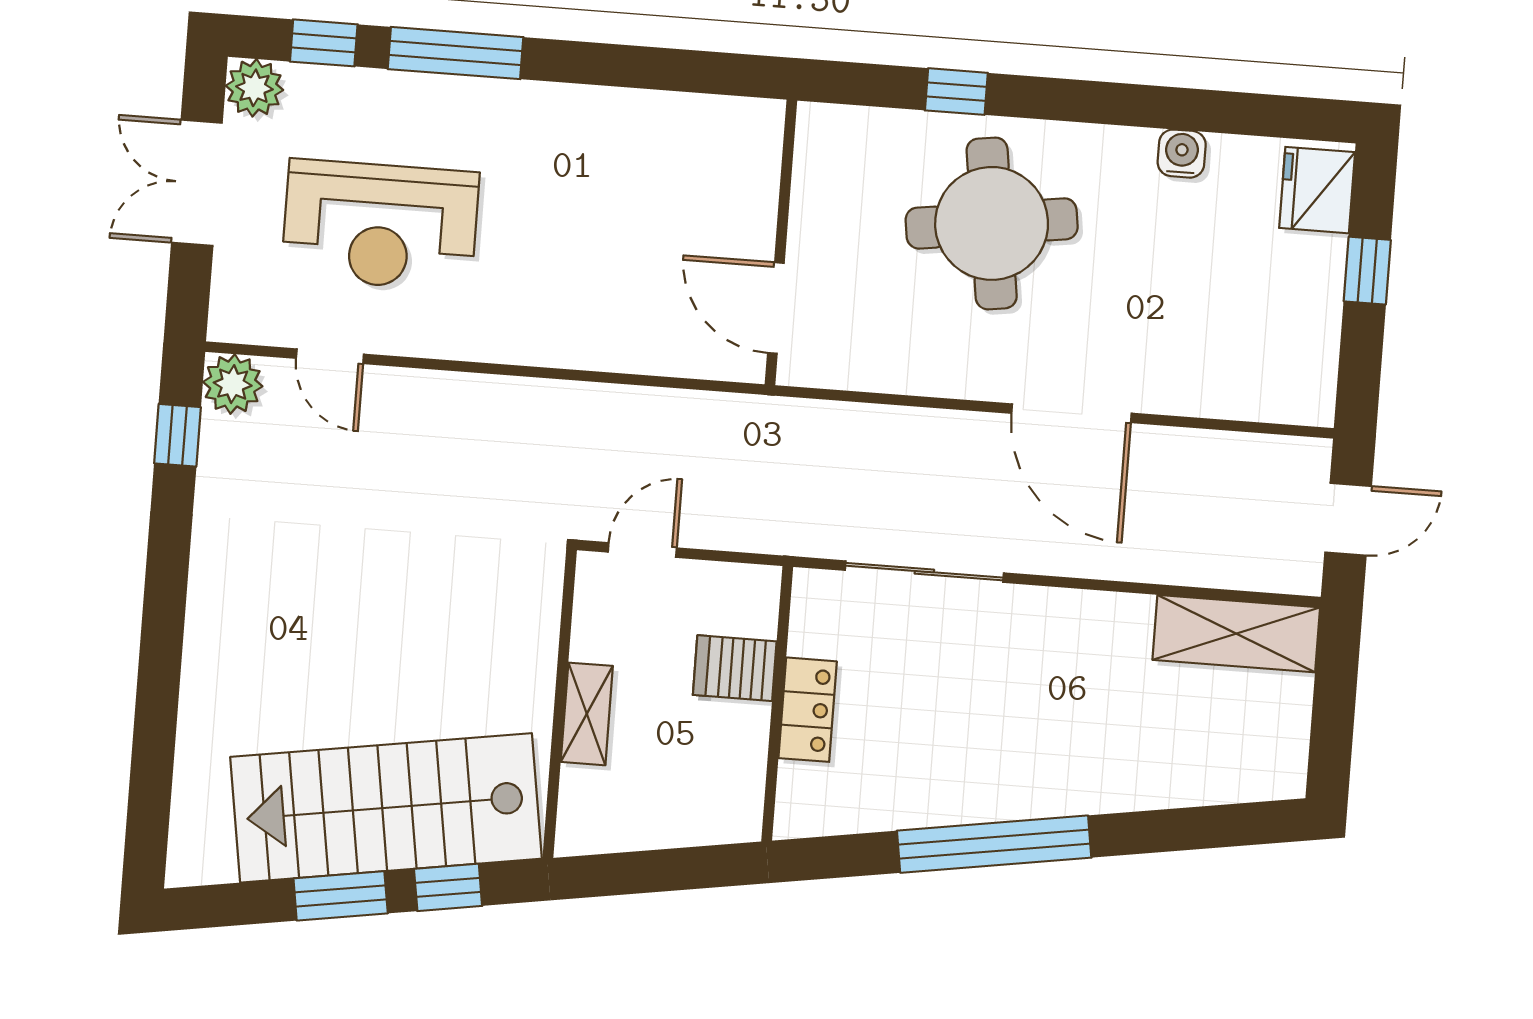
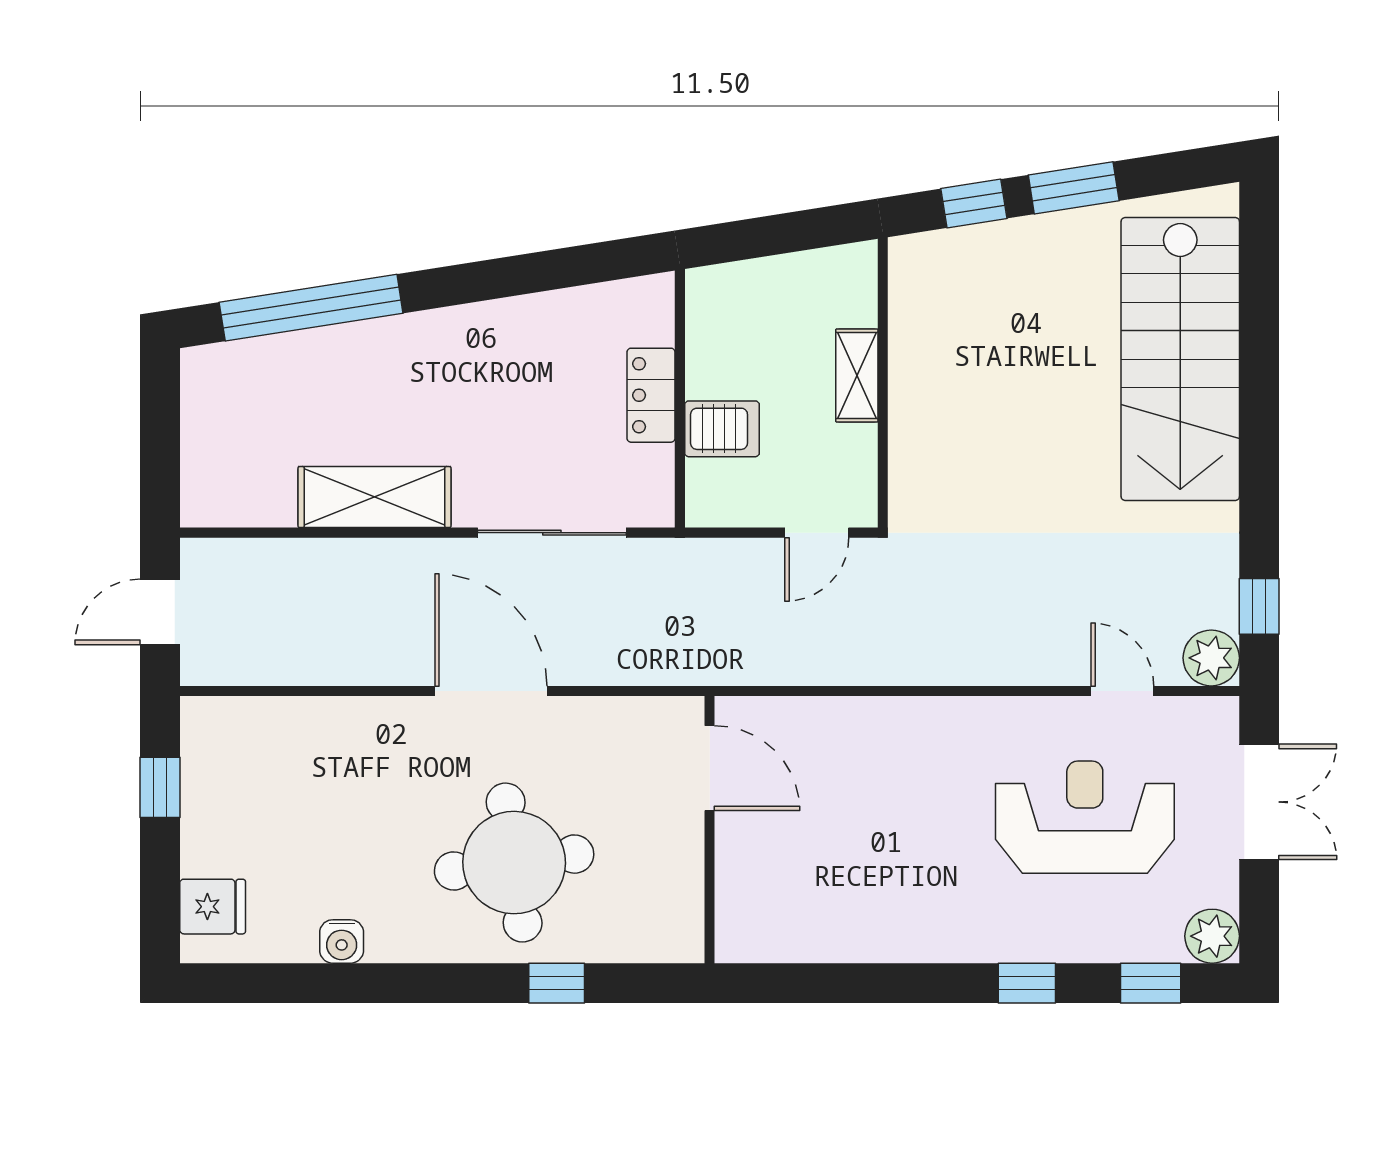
window: (456, 53) -> (1027, 983), width x0.46
double door: (197, 183) -> (1259, 802), moved
fridge: (1317, 190) -> (213, 907), width x0.72
window: (1367, 271) -> (160, 787), moved
door: (1071, 413) -> (491, 691), moved
shelving: (1236, 634) -> (375, 497), moved
stairs: (386, 808) -> (1180, 359), moved, turned 99
window: (994, 844) -> (311, 308), moved

